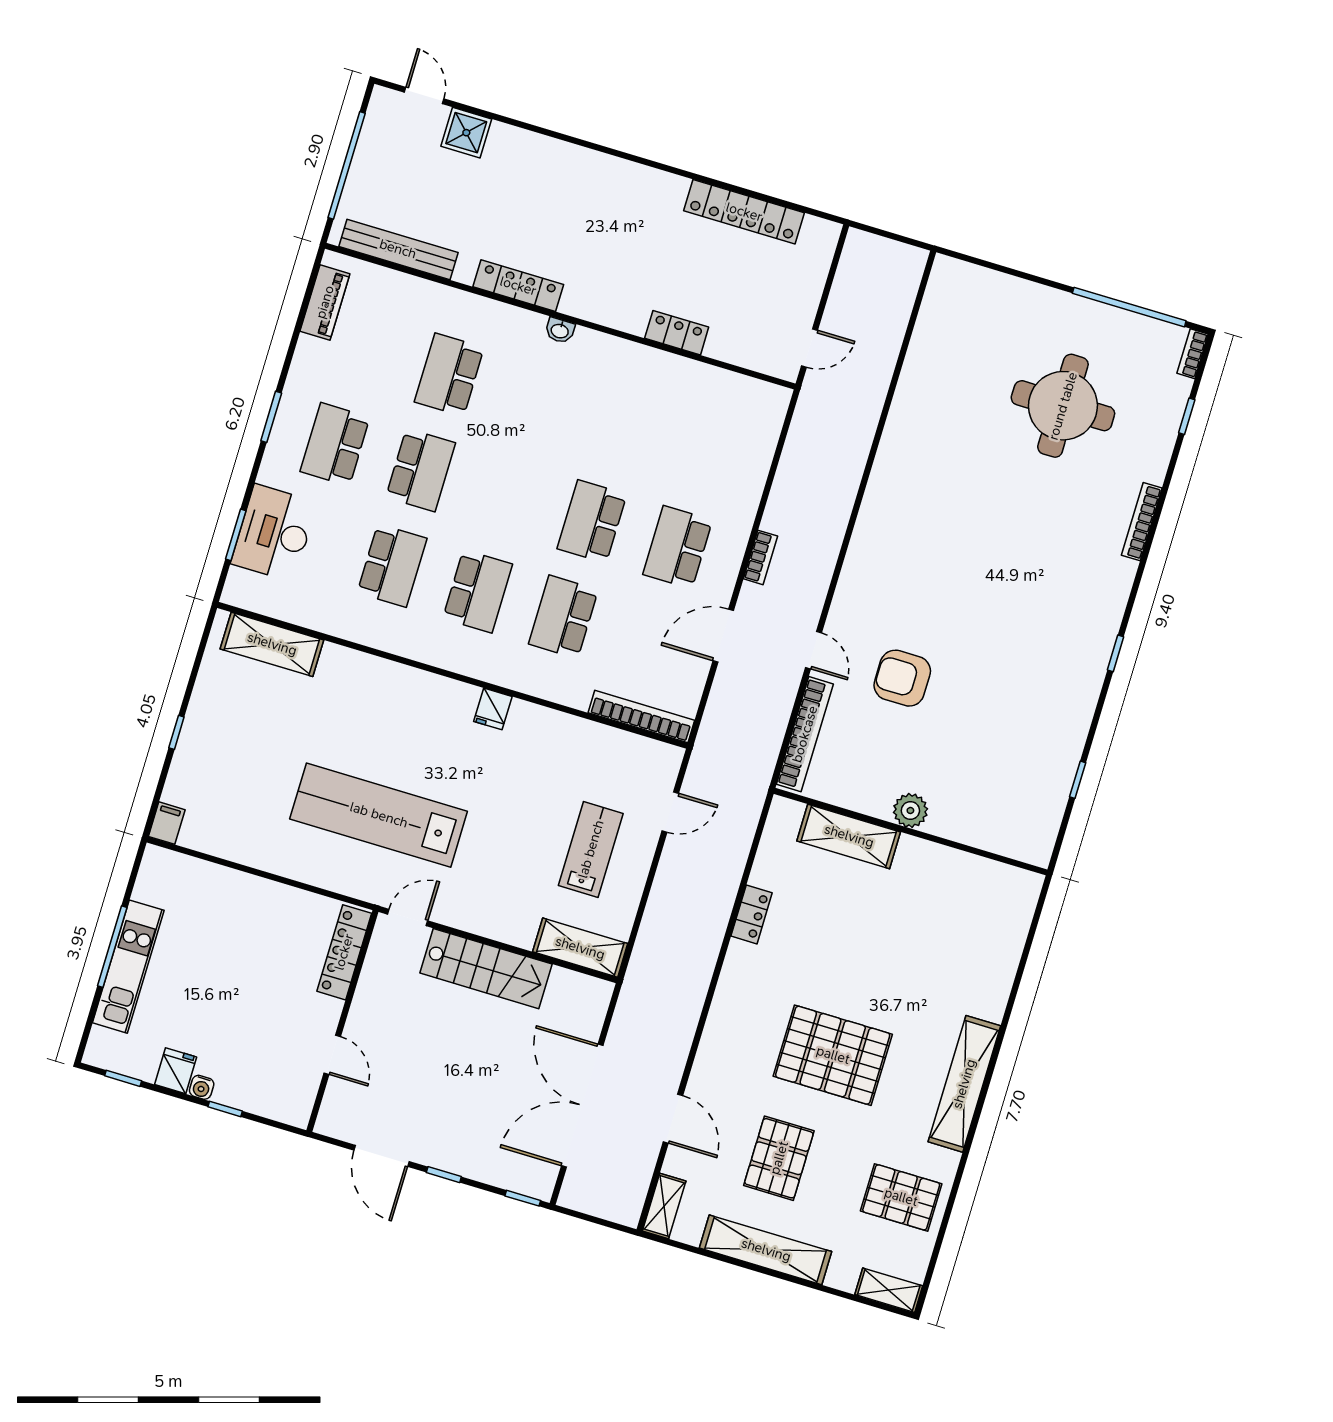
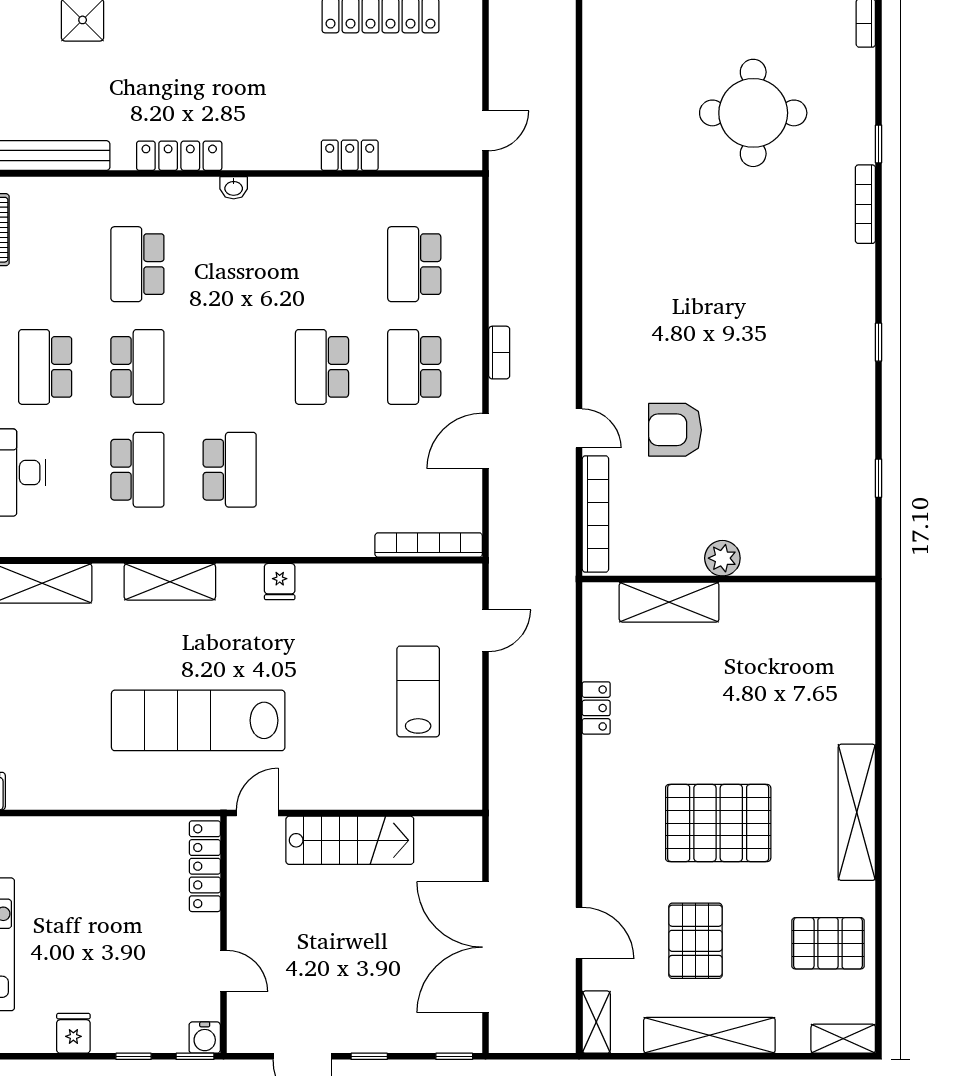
window: (1187, 416) -> (879, 144), moved
school desk: (563, 617) -> (414, 264), moved
shelving: (580, 948) -> (170, 582), moved
window: (123, 1078) -> (195, 1056), moved
water cooler: (202, 1087) -> (205, 1038), moved, width x1.38, depth x1.38

